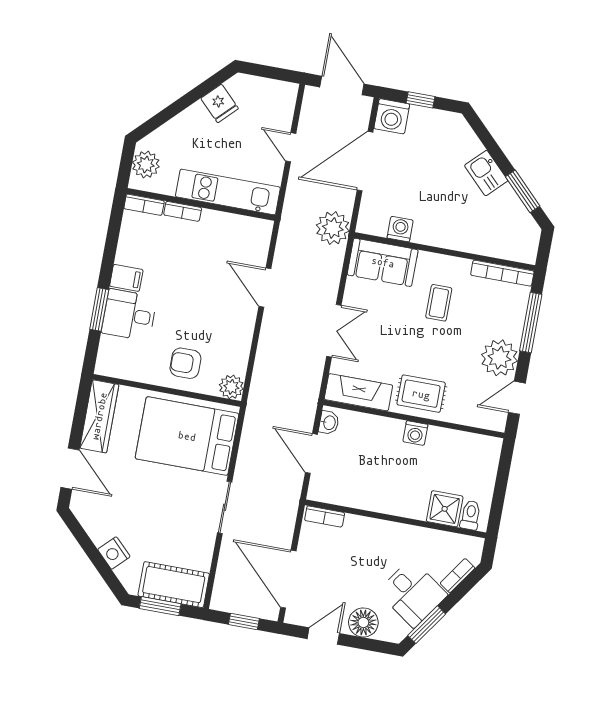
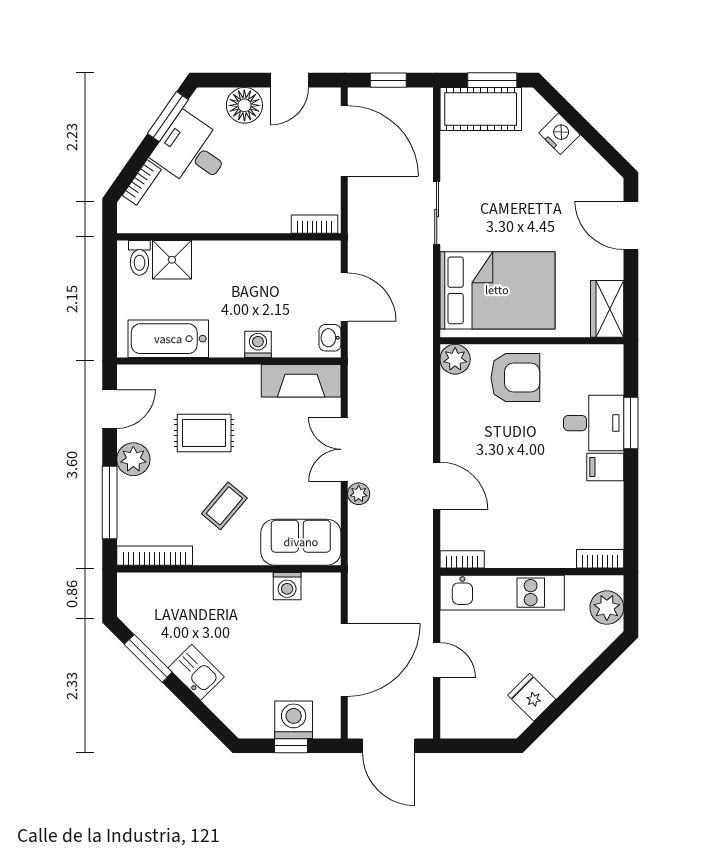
washing machine: (392, 116) -> (294, 720), moved
bookcase: (183, 211) -> (462, 559), moved
plant: (333, 228) -> (359, 494), moved, width x0.53, depth x0.53
coffee table: (439, 303) -> (224, 506), turned 40
plant: (499, 358) -> (133, 459), width x0.73, depth x0.73
armchair: (185, 363) -> (515, 378), width x1.38, depth x1.38
rug: (421, 394) -> (204, 433), moved
wardrobe: (99, 416) -> (607, 309), width x0.67
washing machine: (415, 433) -> (258, 344), moved
bathtub: (459, 446) -> (168, 339), added

